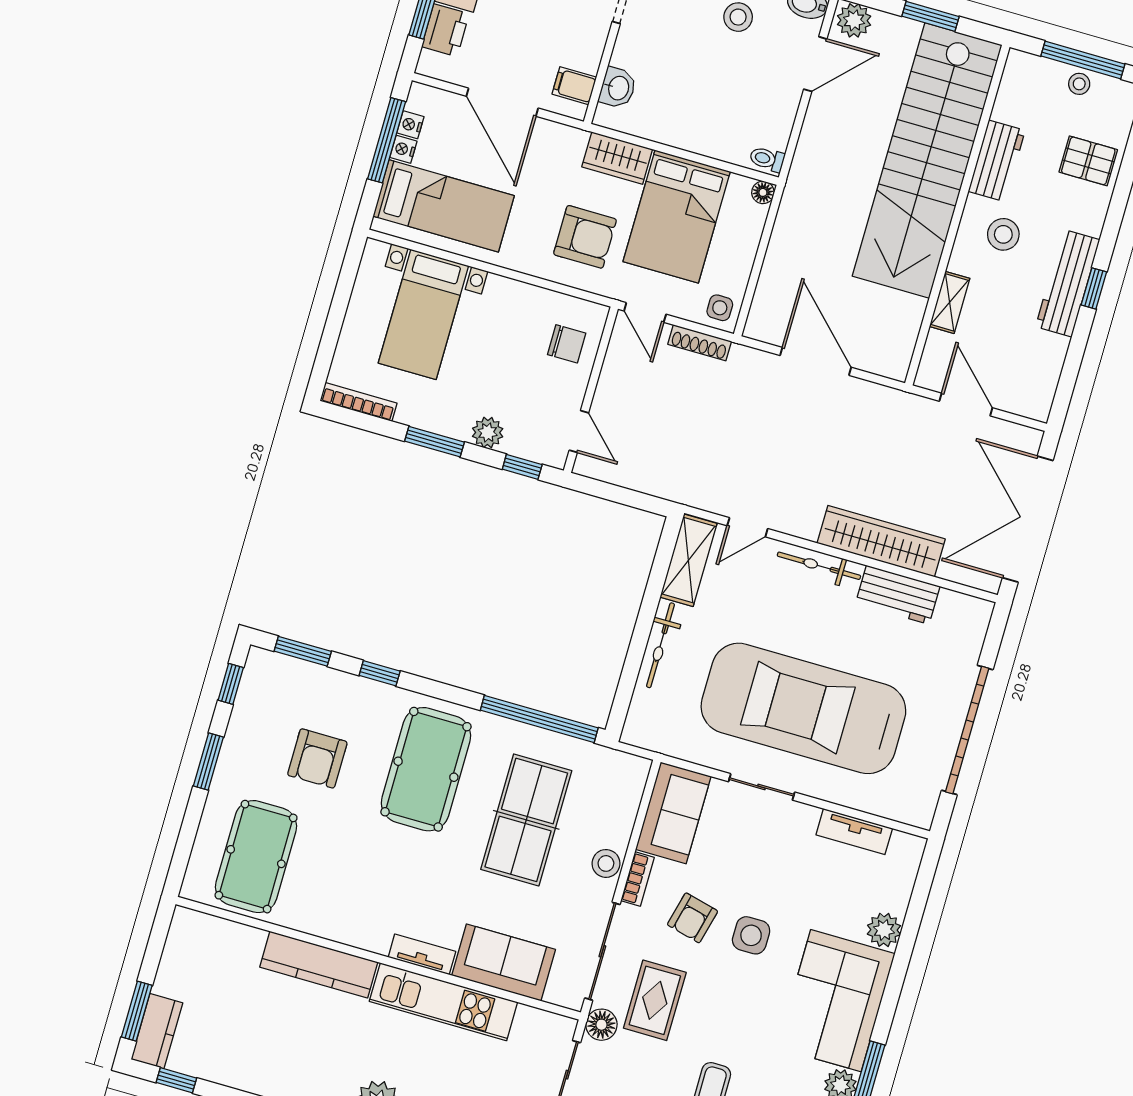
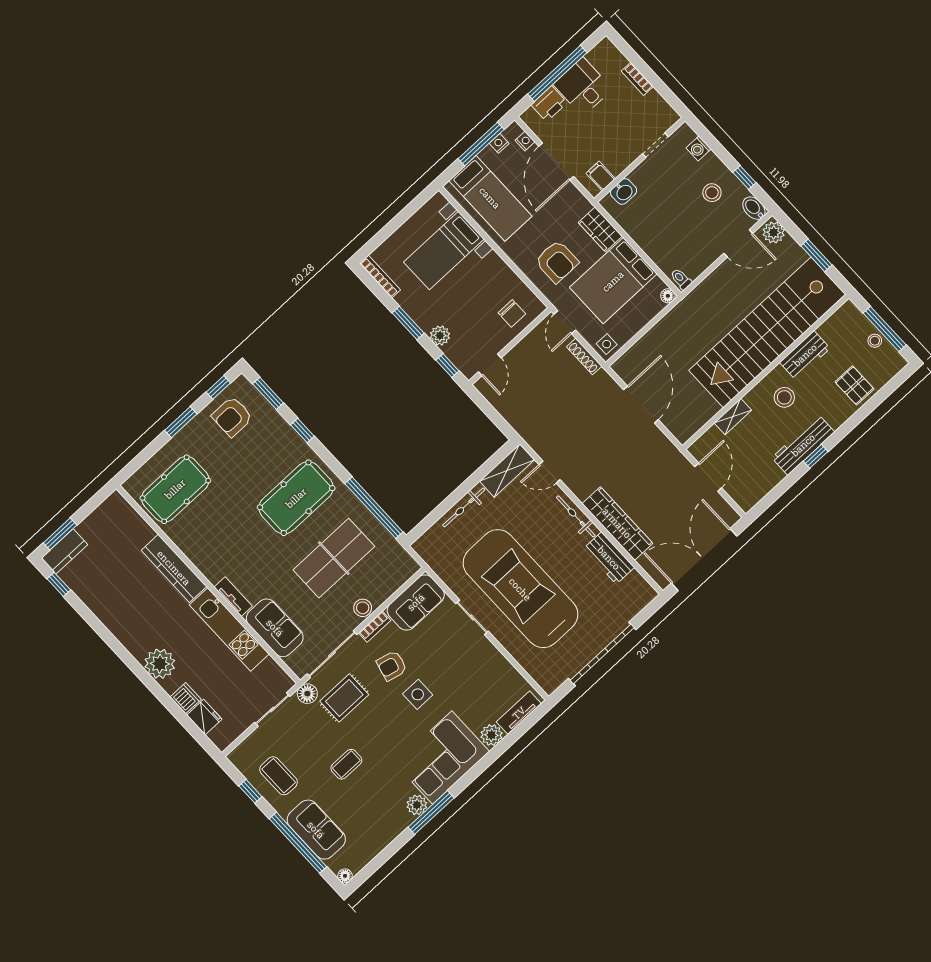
nightstand: (403, 149) -> (525, 141), moved, turned 90
armchair: (317, 758) -> (232, 417), moved
tv unit: (854, 832) -> (519, 713), moved, turned 90

